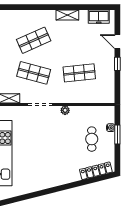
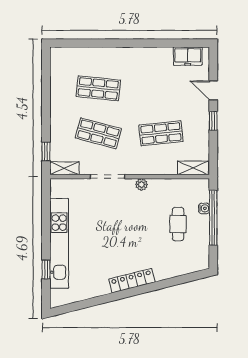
shelving: (67, 15) -> (193, 168), moved
shop shelf: (34, 40) -> (98, 88), turned 30
window: (117, 134) -> (213, 218), width x2.11
locker: (96, 171) -> (132, 281), moved

